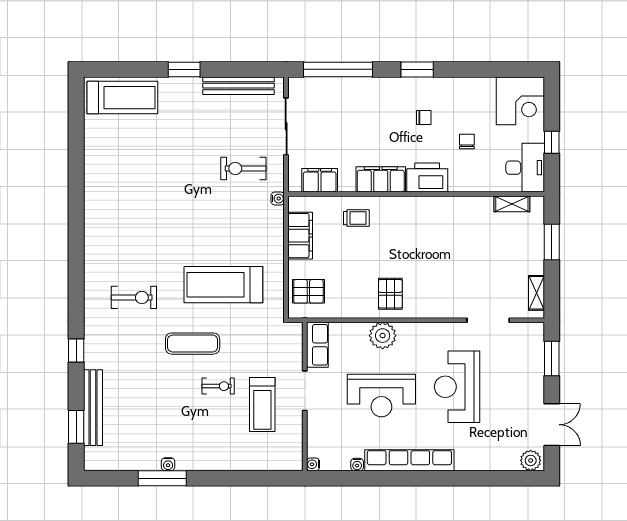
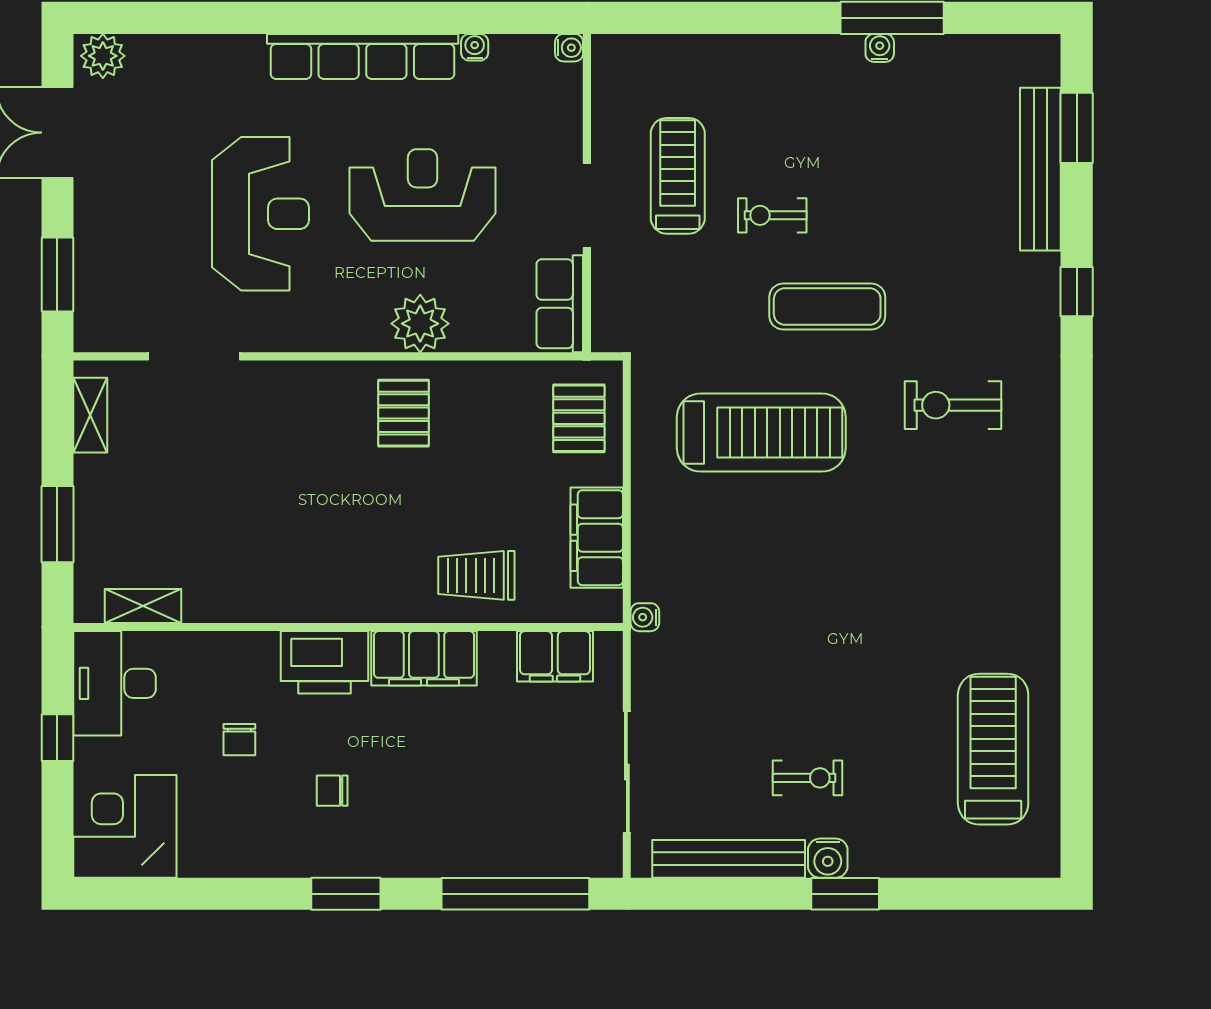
water cooler: (192, 86) -> (828, 858), added
treadmill: (122, 98) -> (993, 749), moved, turned 90
exercise bike: (243, 169) -> (807, 778), moved, width x0.73, depth x0.72
trolley: (356, 218) -> (476, 575), width x1.36, depth x1.39
pallet: (308, 291) -> (579, 418), turned 90

